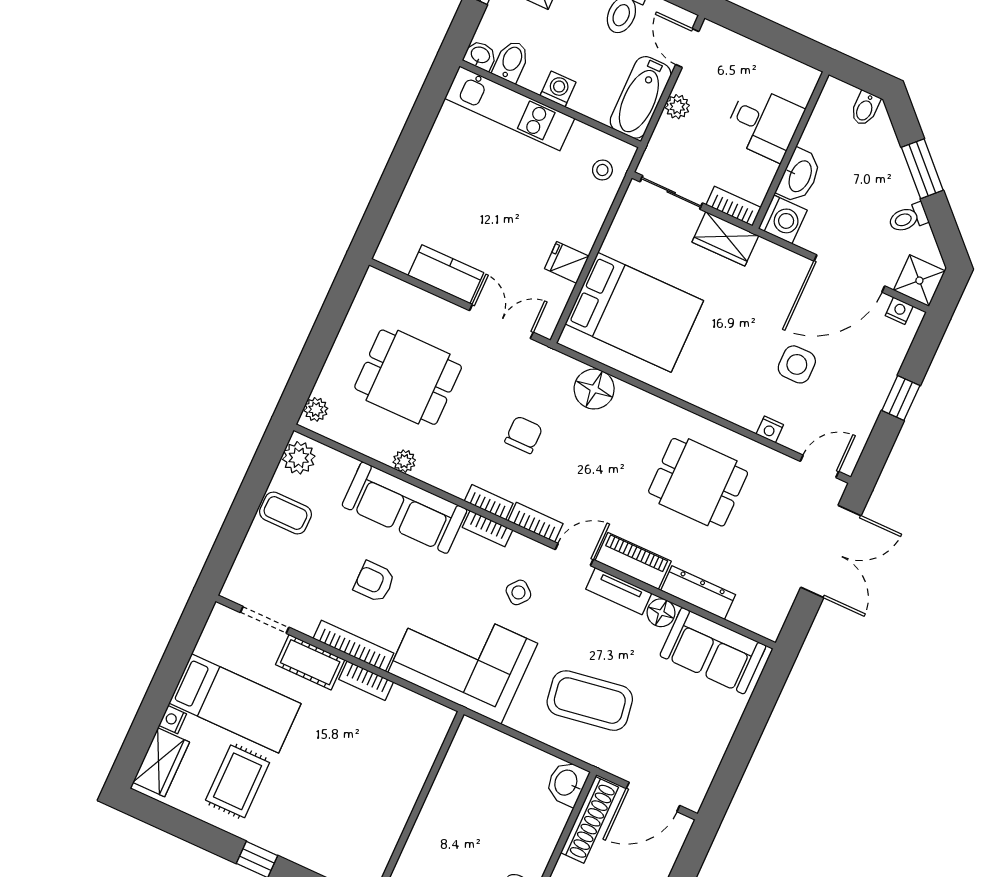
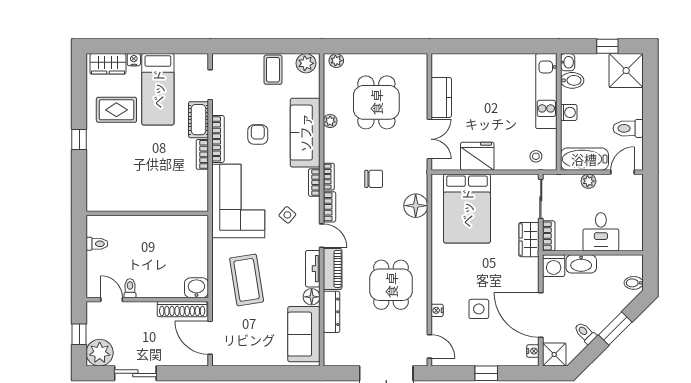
fridge: (567, 262) -> (477, 156), width x1.88, depth x1.34

